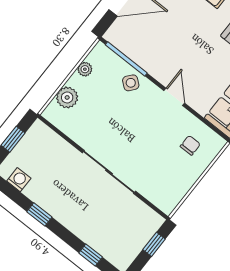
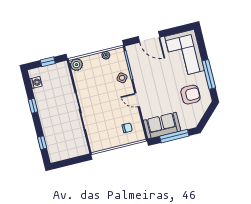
plant: (67, 97) -> (76, 65), moved
door: (174, 97) -> (137, 100), swing flipped
window: (154, 244) -> (75, 160), removed

